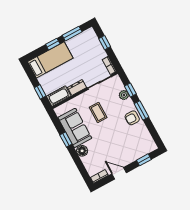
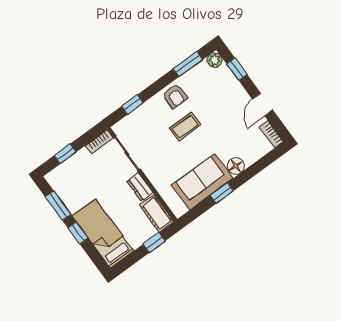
plant: (124, 95) -> (215, 60), moved
window: (141, 110) -> (188, 64), moved
coffee table: (98, 112) -> (185, 127), moved

